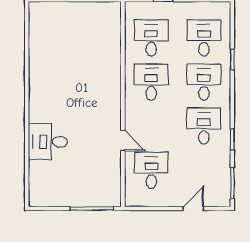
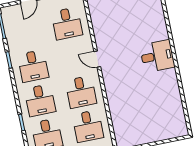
door: (123, 141) -> (97, 59), moved
desk: (48, 142) -> (157, 56), moved

